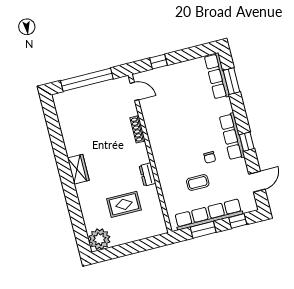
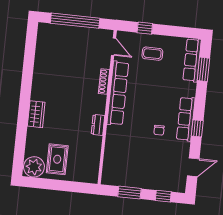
wardrobe: (78, 169) -> (36, 114), moved
coffee table: (198, 183) -> (152, 54), moved
rug: (124, 204) -> (57, 159), moved, turned 90
row of seats: (208, 214) -> (118, 93), moved, turned 90

